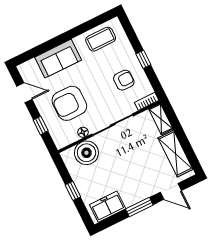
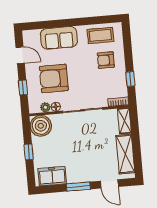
window: (143, 59) -> (130, 79), moved
armchair: (124, 80) -> (106, 60), moved, turned 180
plant: (72, 137) -> (45, 107), added
boiler: (86, 153) -> (41, 126), moved

